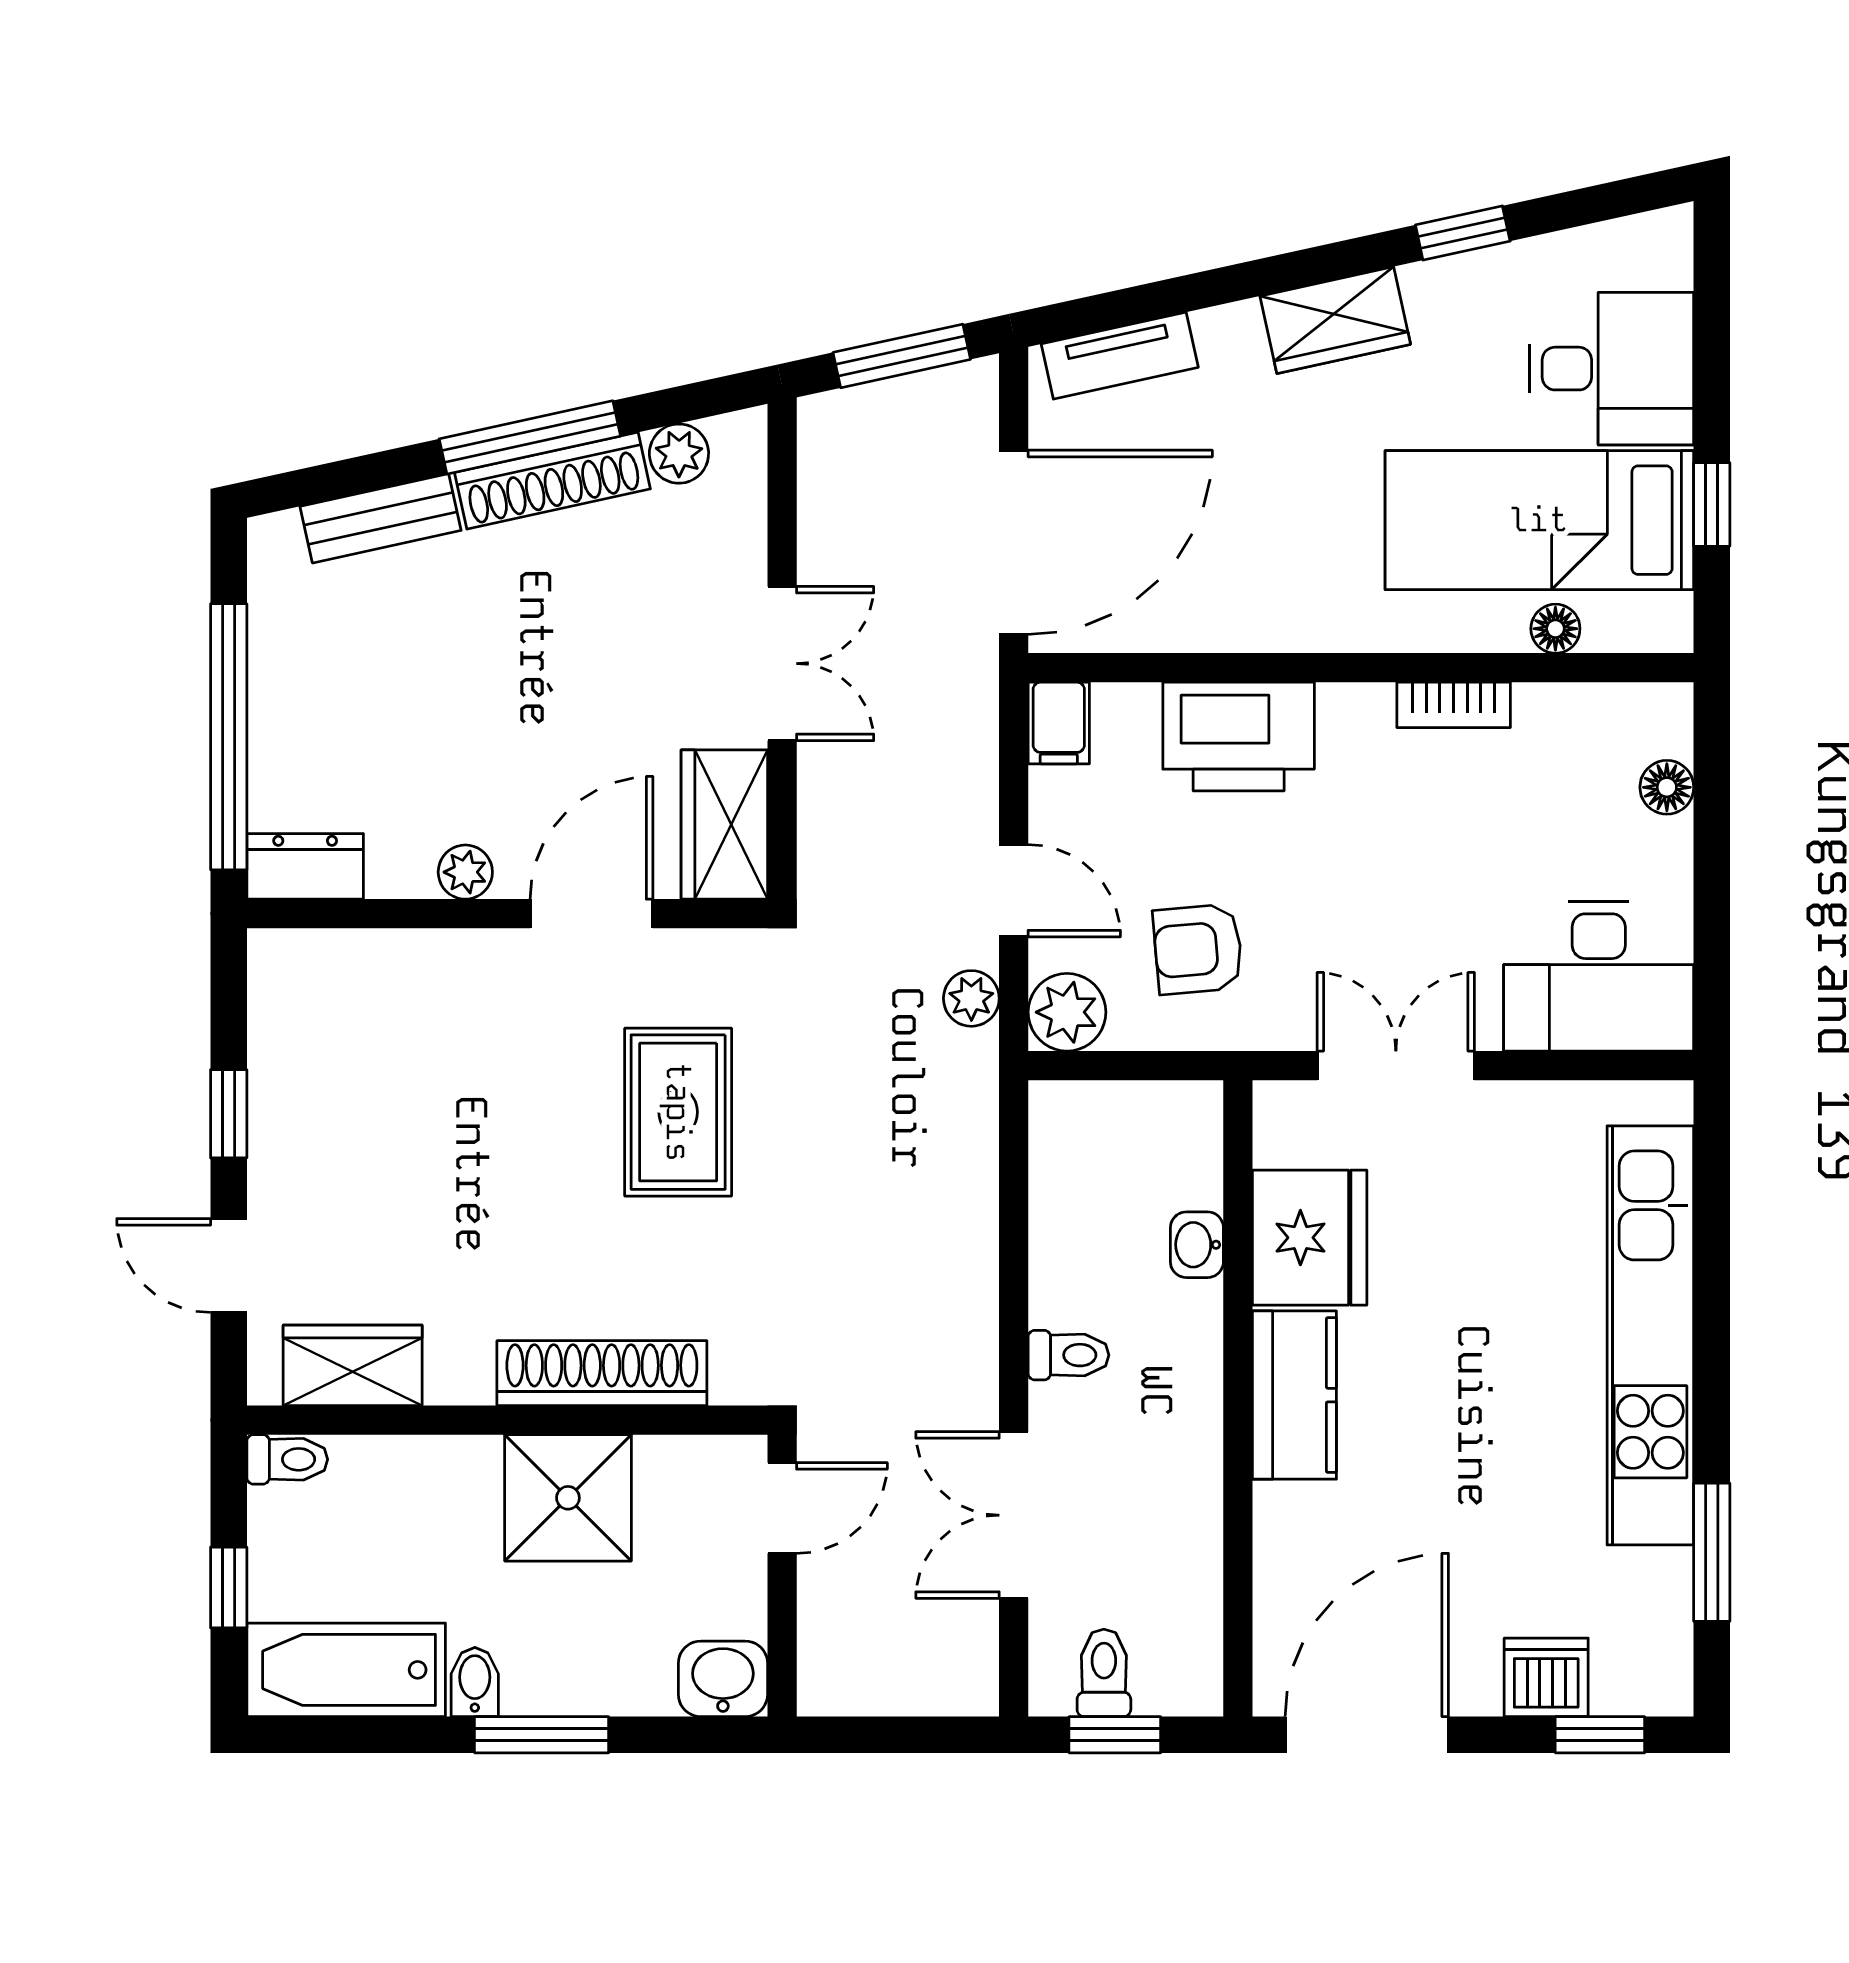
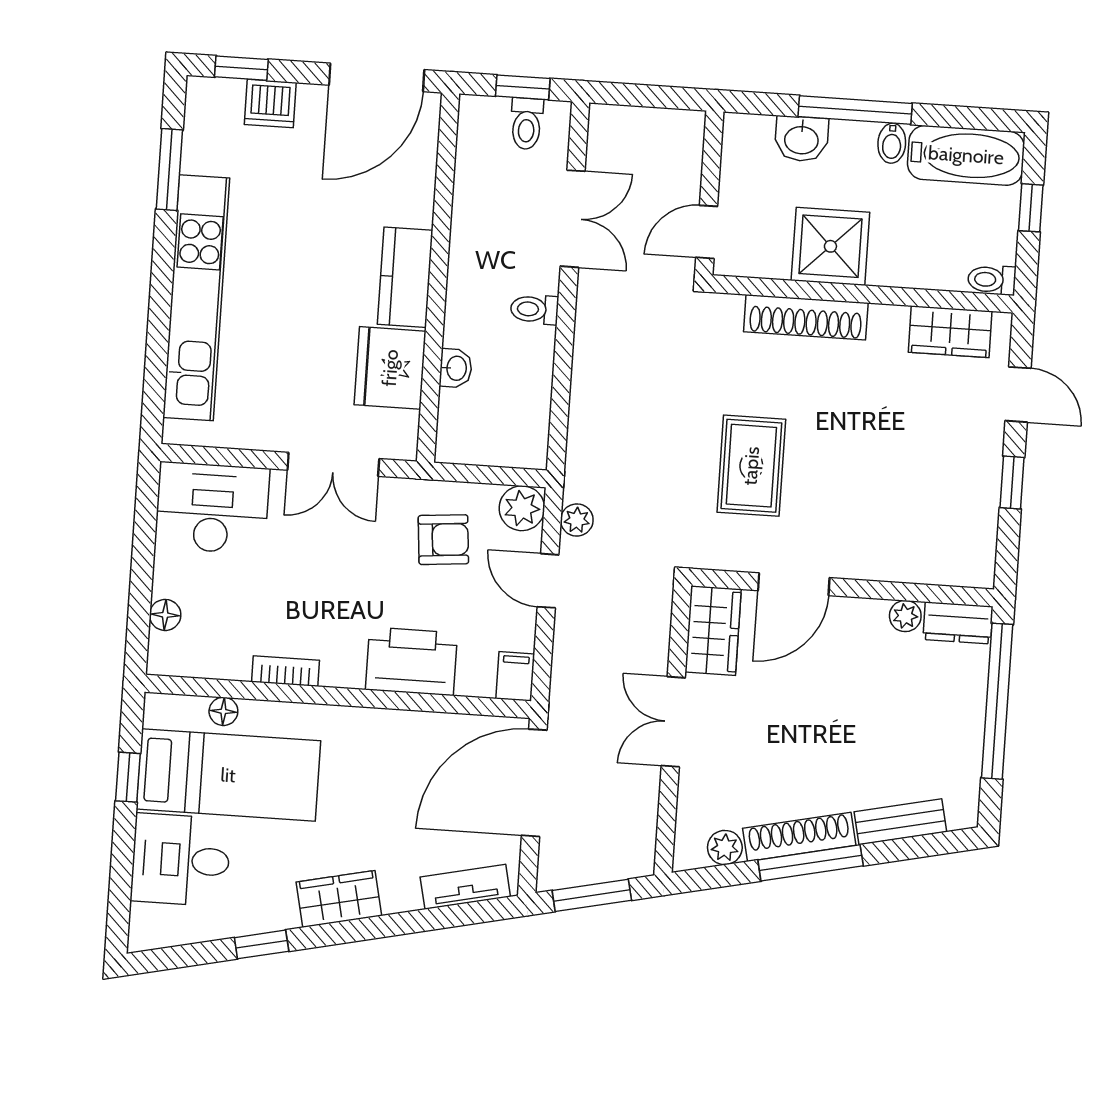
plant: (465, 872) -> (905, 616), moved
washbasin: (723, 1679) -> (801, 139), moved
window: (542, 1735) -> (855, 110), width x1.44

